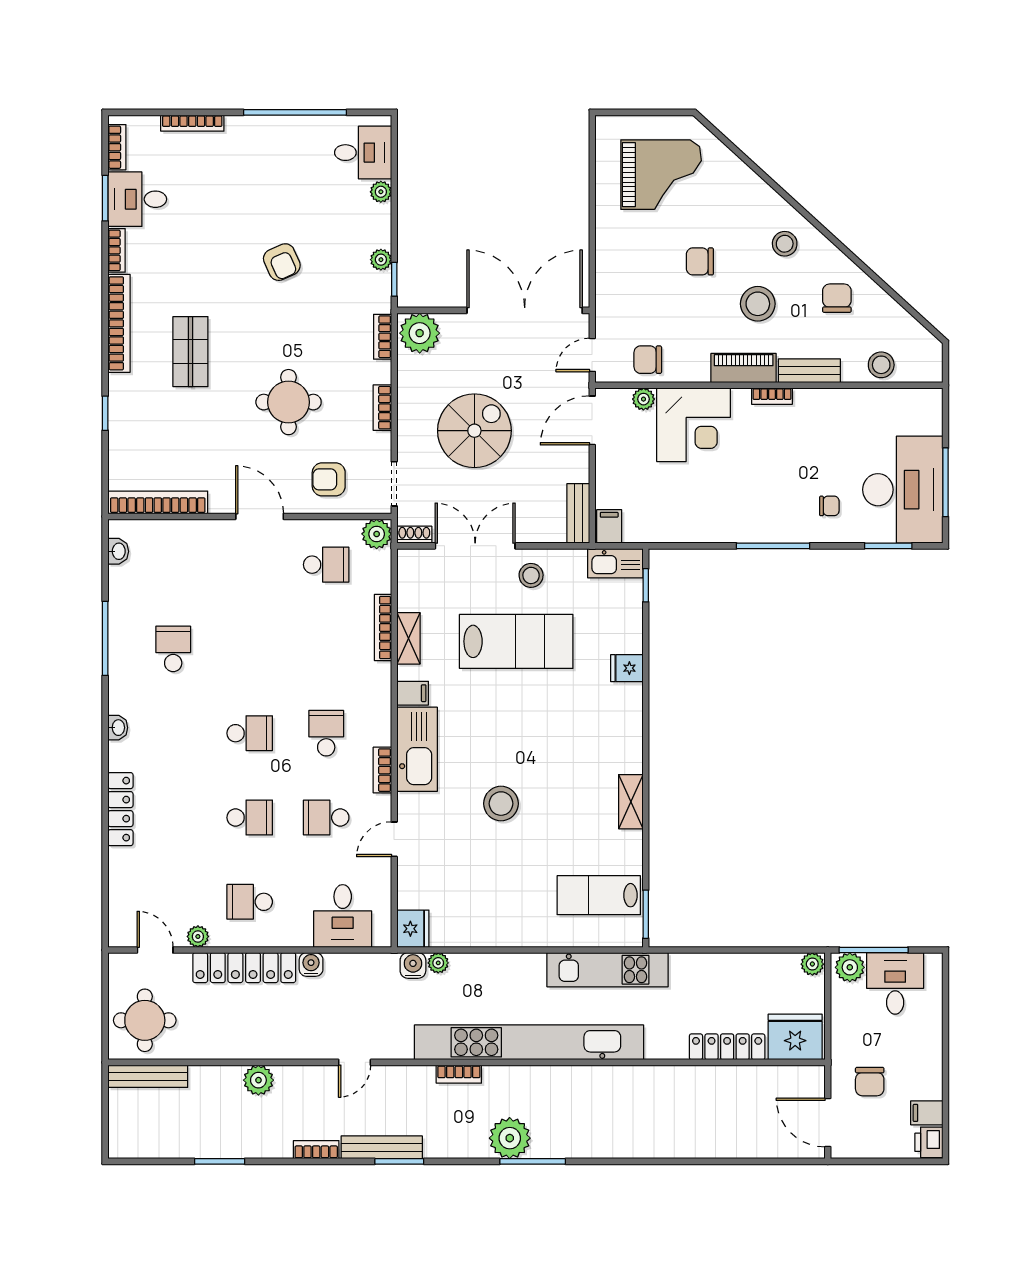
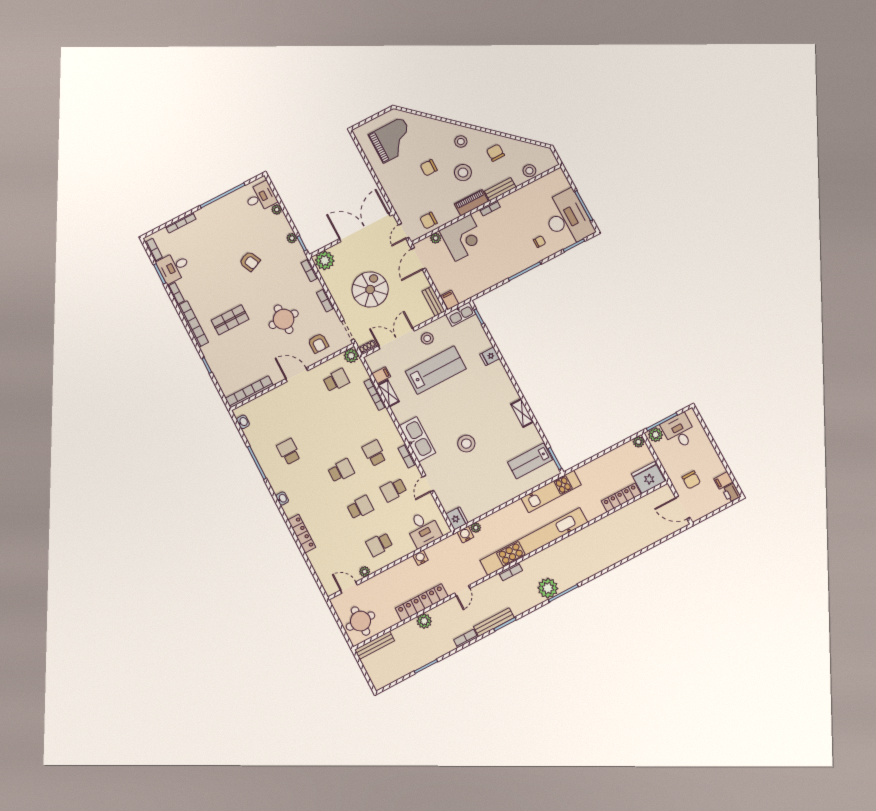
shop shelf: (190, 352) -> (230, 320), turned 90
armchair: (329, 479) -> (318, 343), turned -90
filing cabinet: (413, 693) -> (381, 375), moved
locker: (244, 968) -> (422, 602), moved, turned 180

